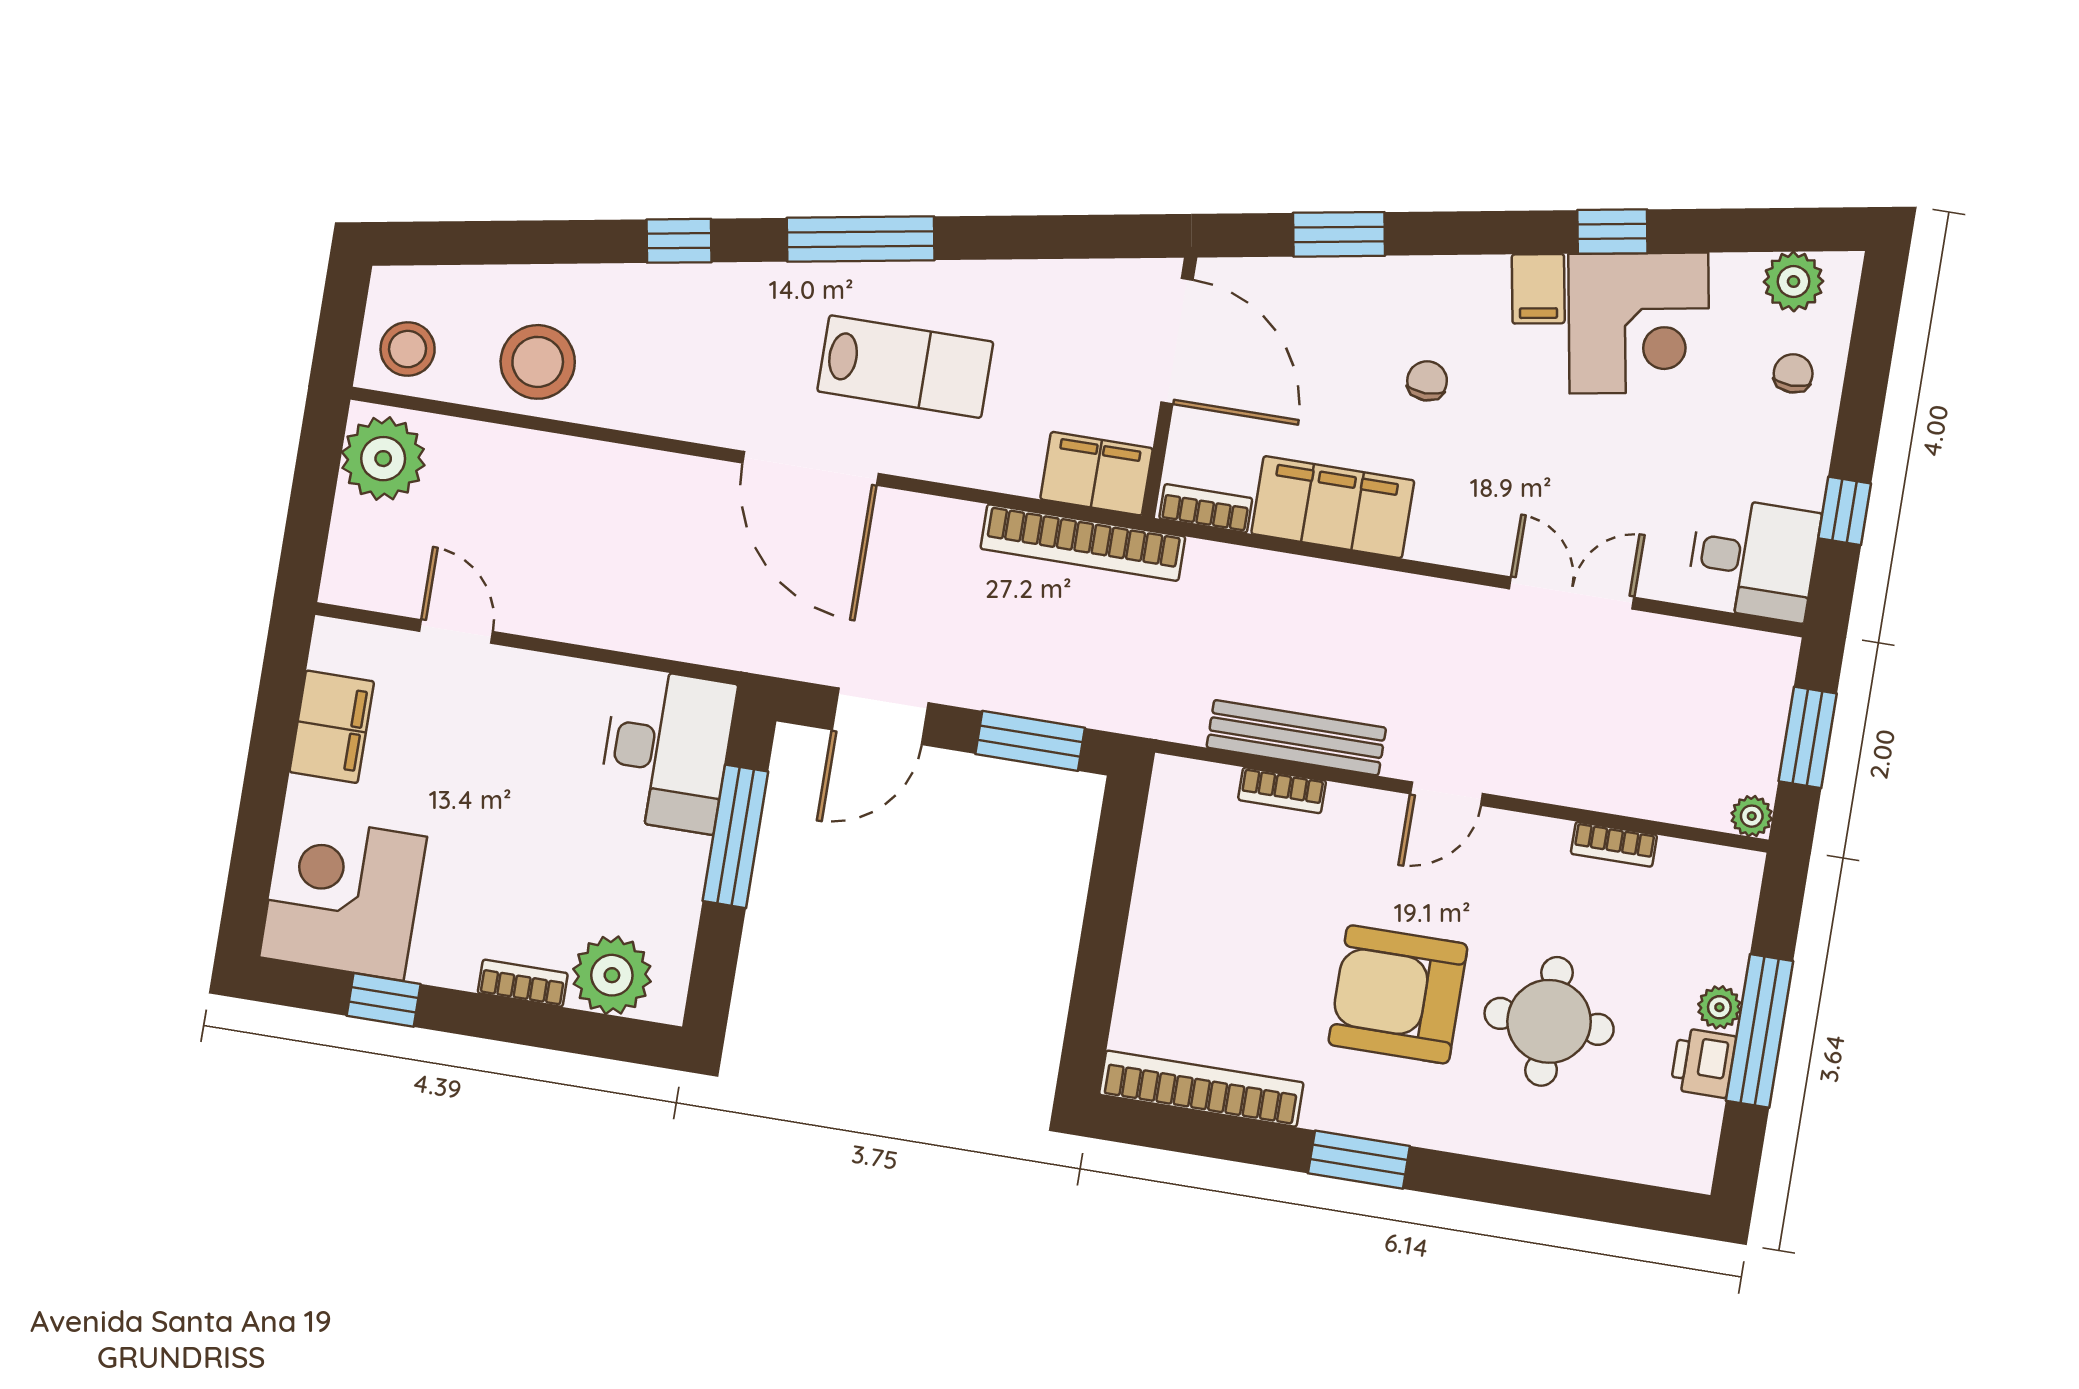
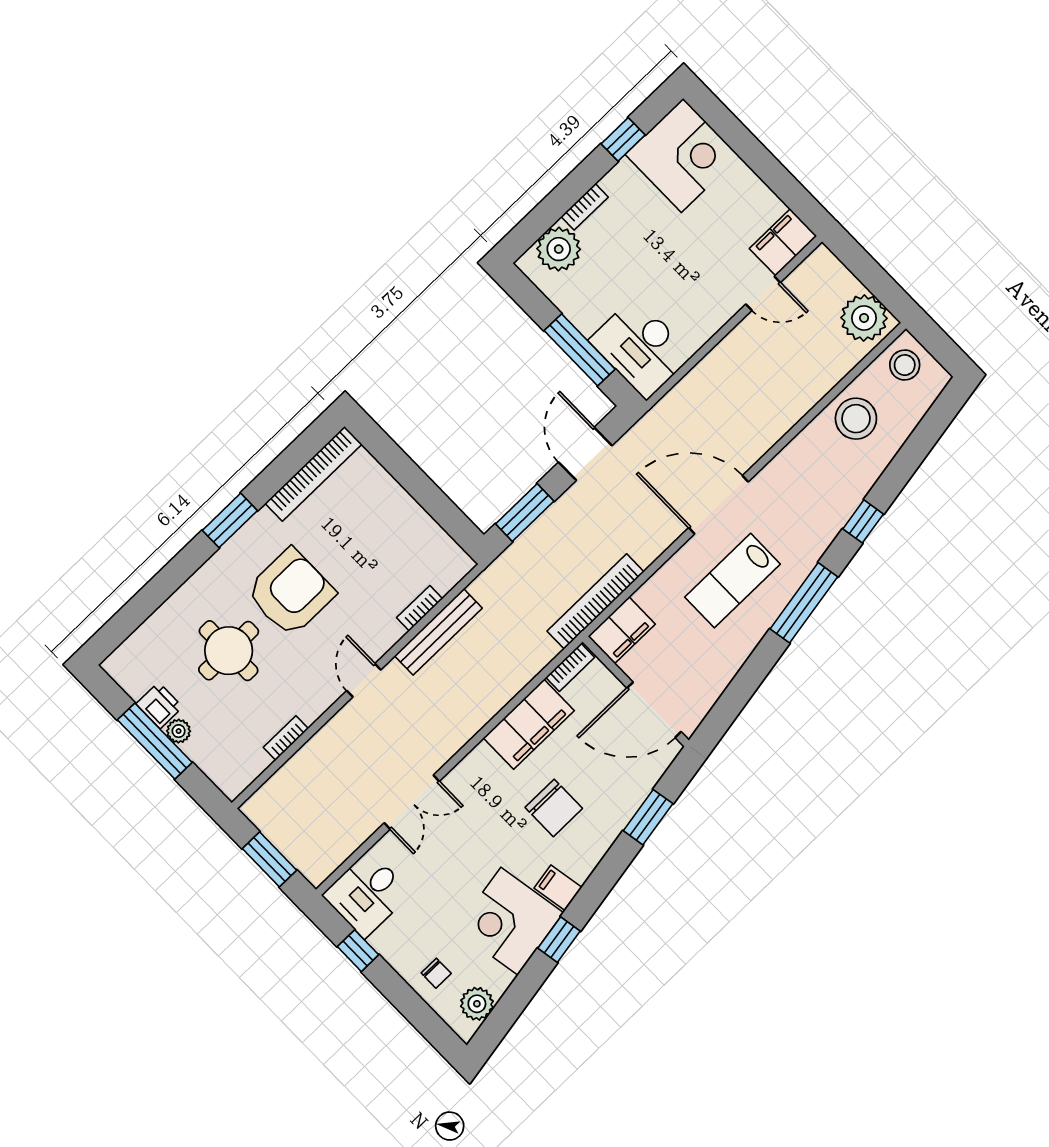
chair: (1427, 381) -> (554, 808), width x1.87, depth x1.87
filing cabinet: (332, 727) -> (783, 242), moved, turned 90
plant: (1752, 816) -> (253, 809), removed

